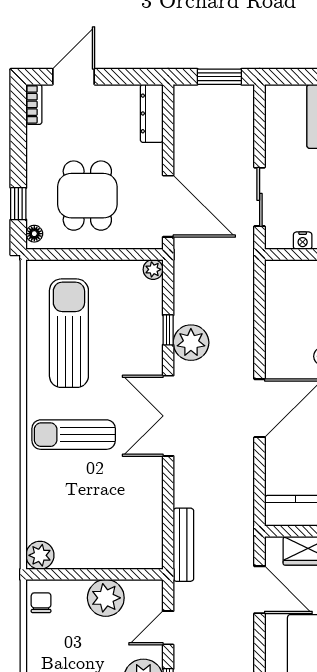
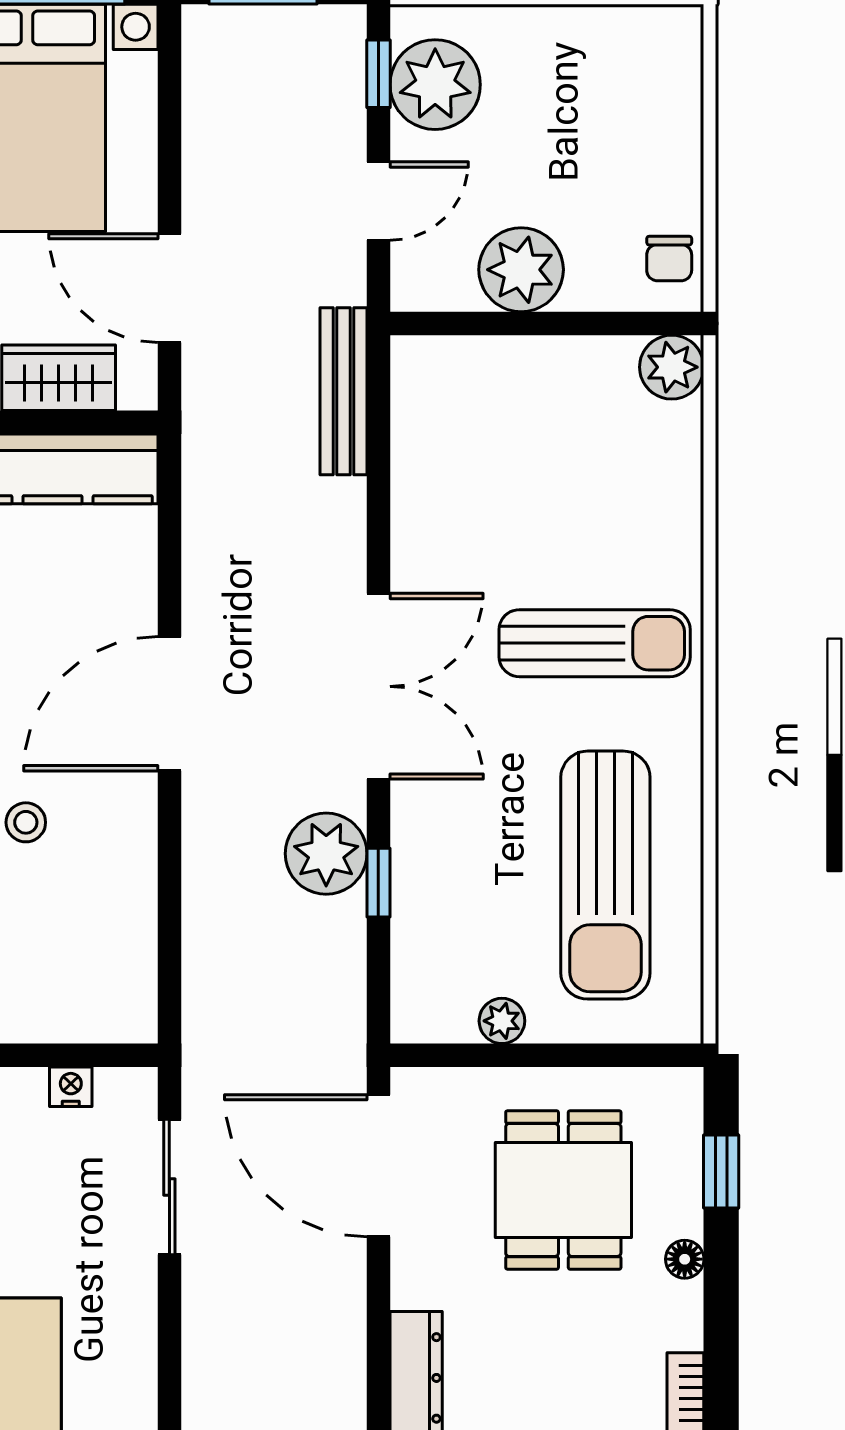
floor lamp: (34, 234) -> (685, 1259), moved
plant: (153, 269) -> (502, 1021), moved

